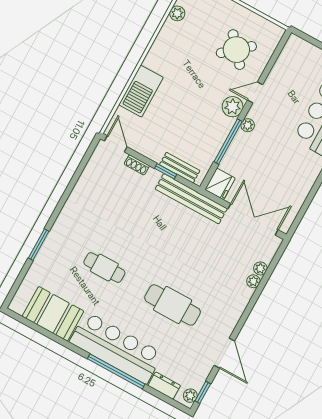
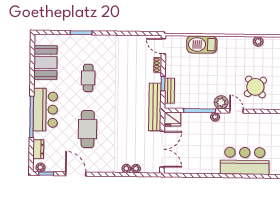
door: (116, 144) -> (163, 46), swing flipped
bar counter: (116, 348) -> (45, 110), width x0.73
door: (224, 353) -> (76, 174), swing flipped

